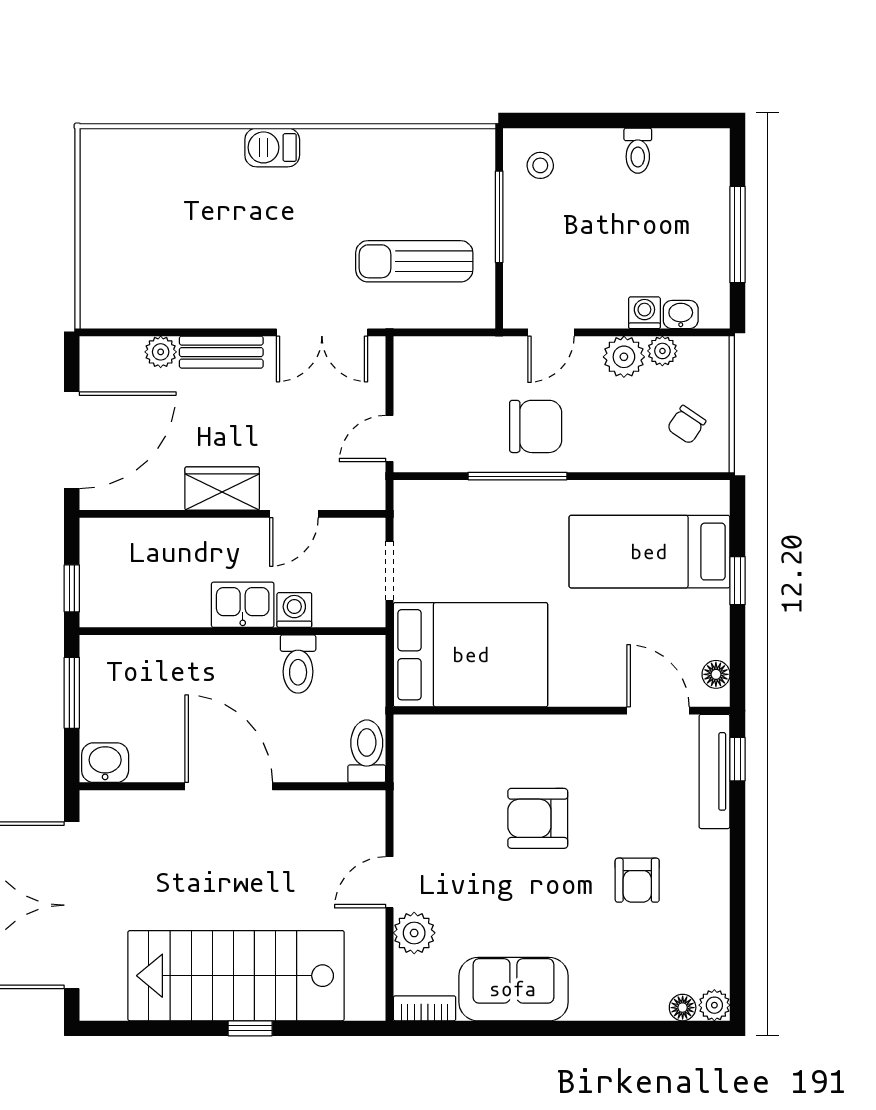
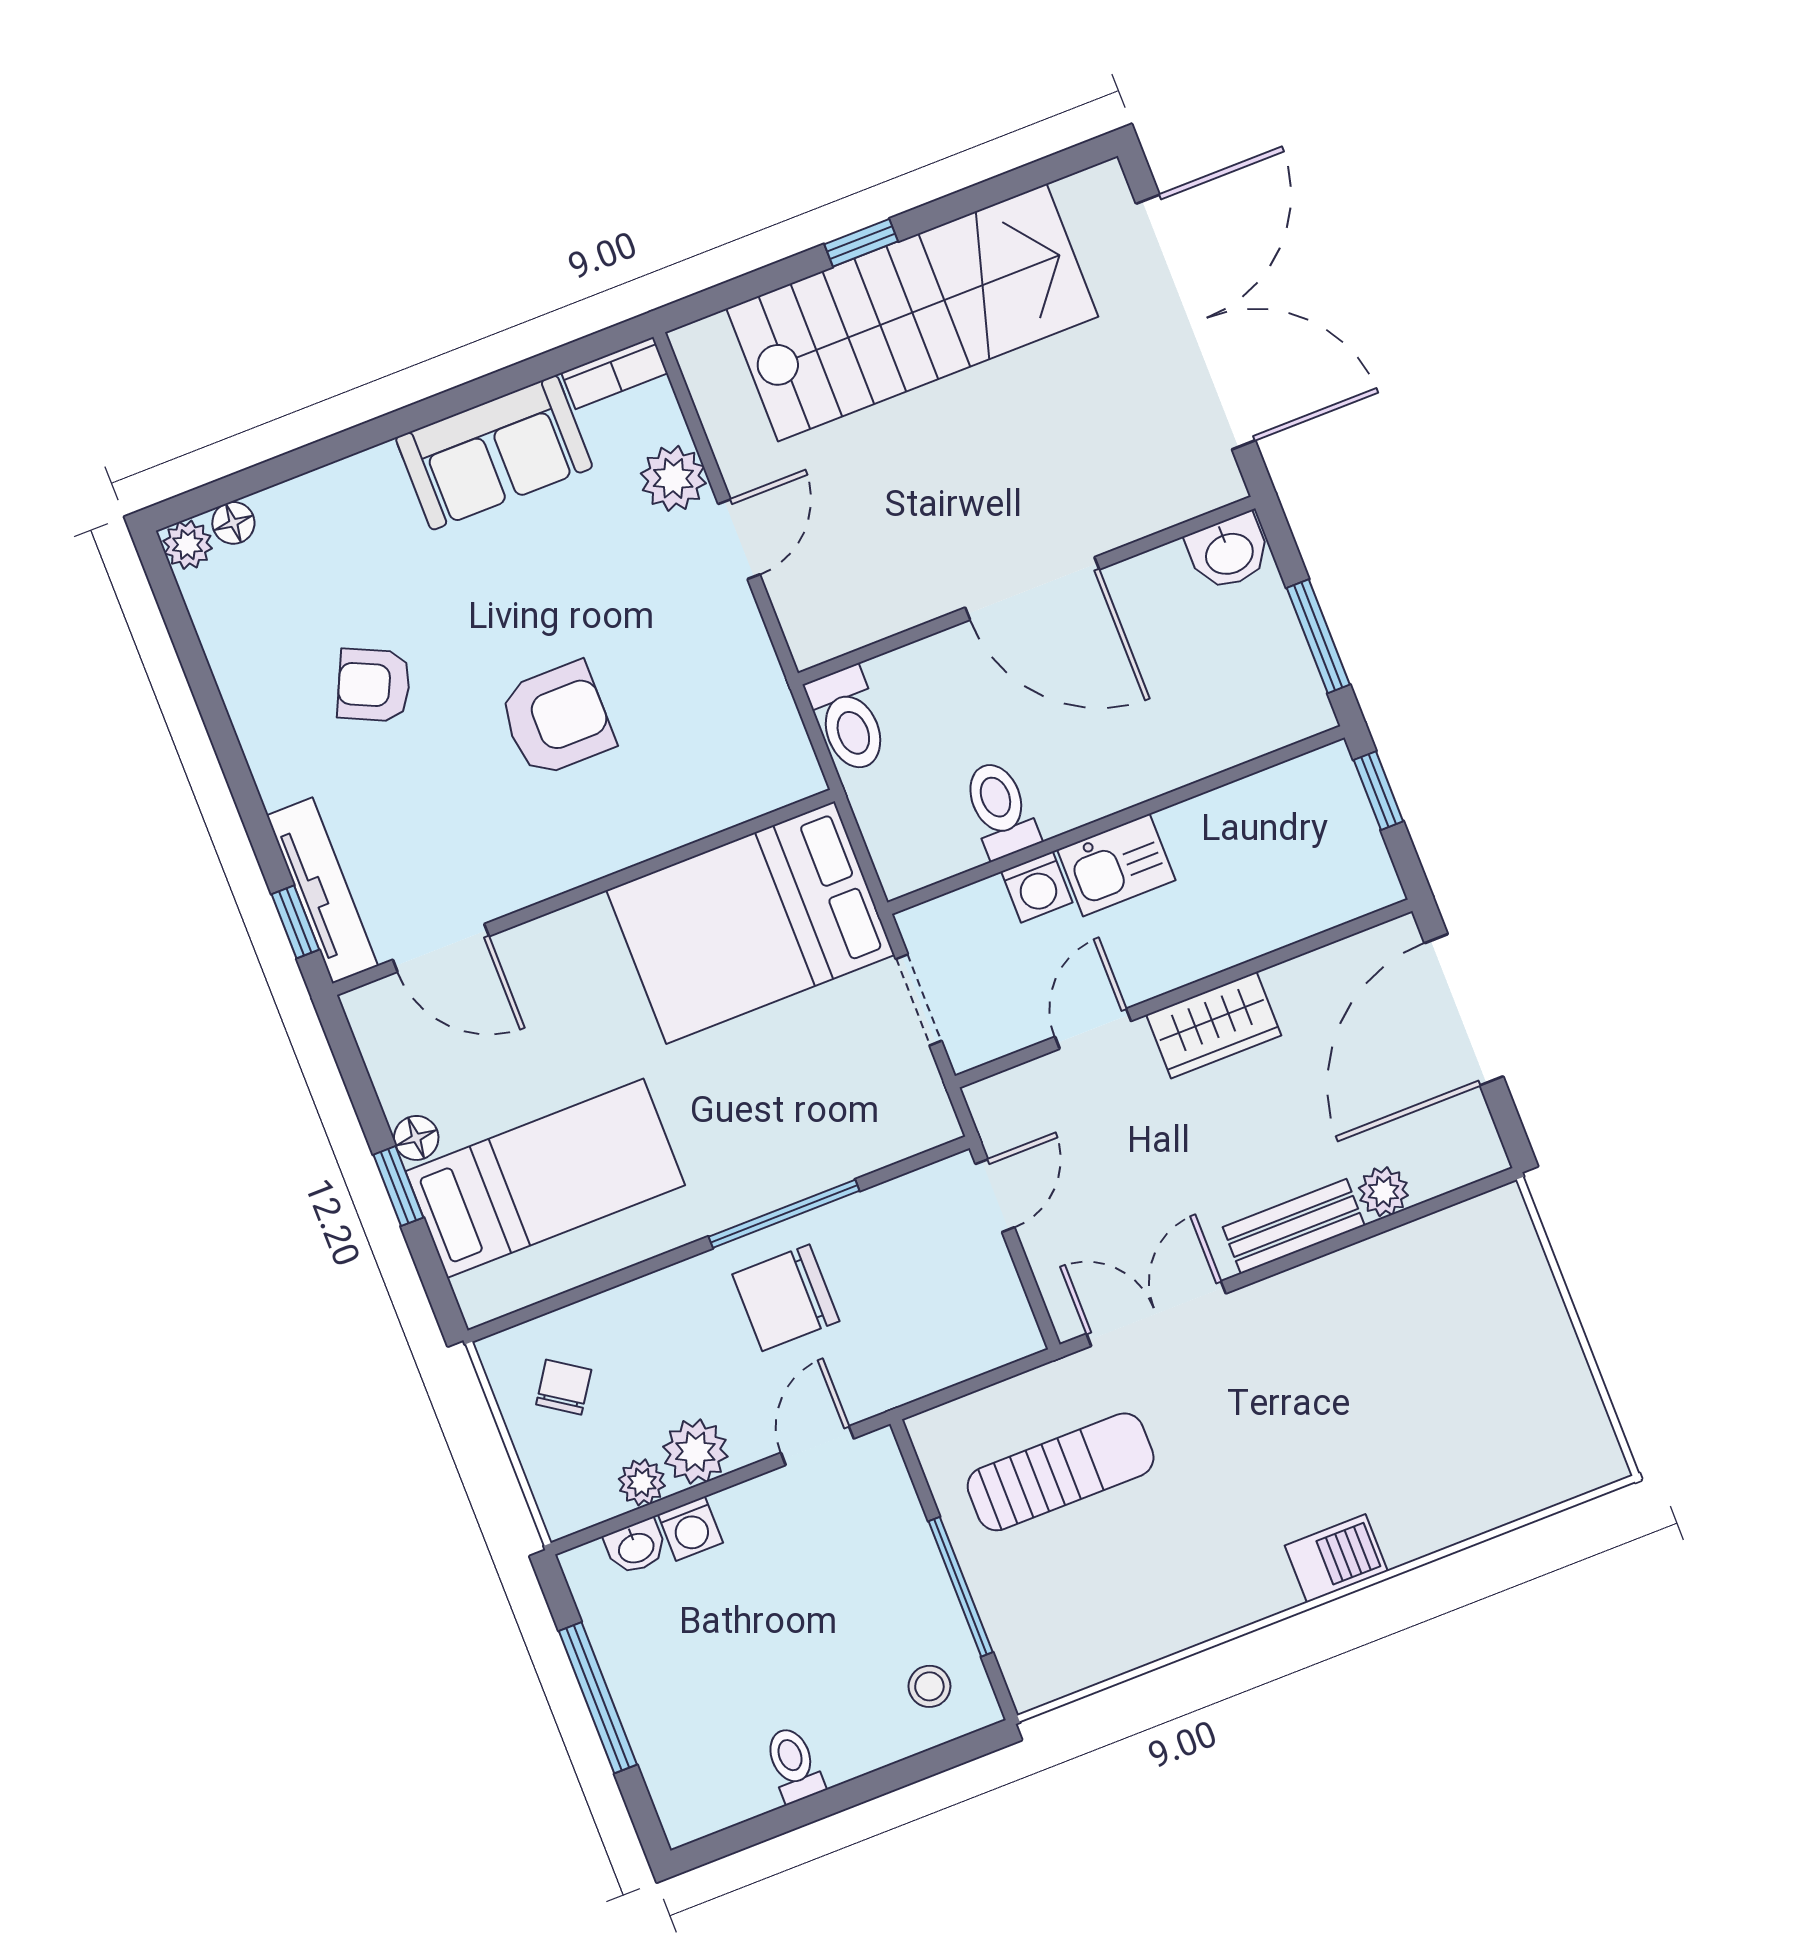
floor lamp: (716, 674) -> (416, 1138), moved
armchair: (637, 880) -> (374, 685), turned -65

